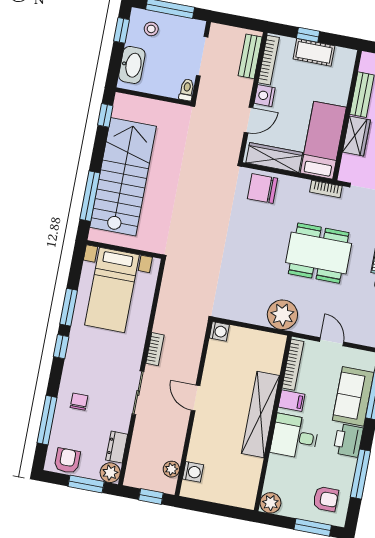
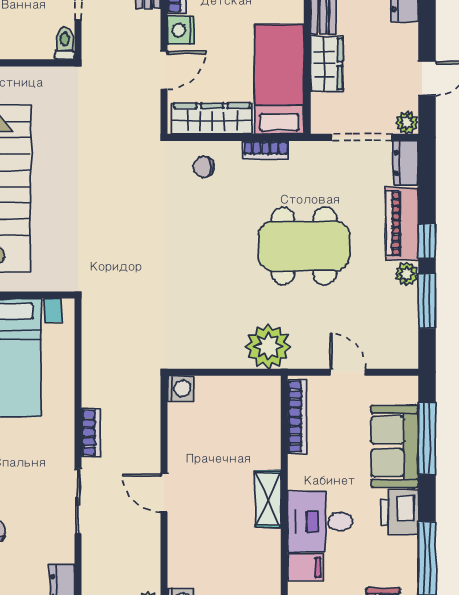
chair: (263, 188) -> (204, 167), width x0.54, depth x0.54
bookcase: (326, 189) -> (266, 150), moved
filing cabinet: (292, 401) -> (306, 567), moved
shelving: (260, 415) -> (268, 499), width x0.45, depth x0.75

